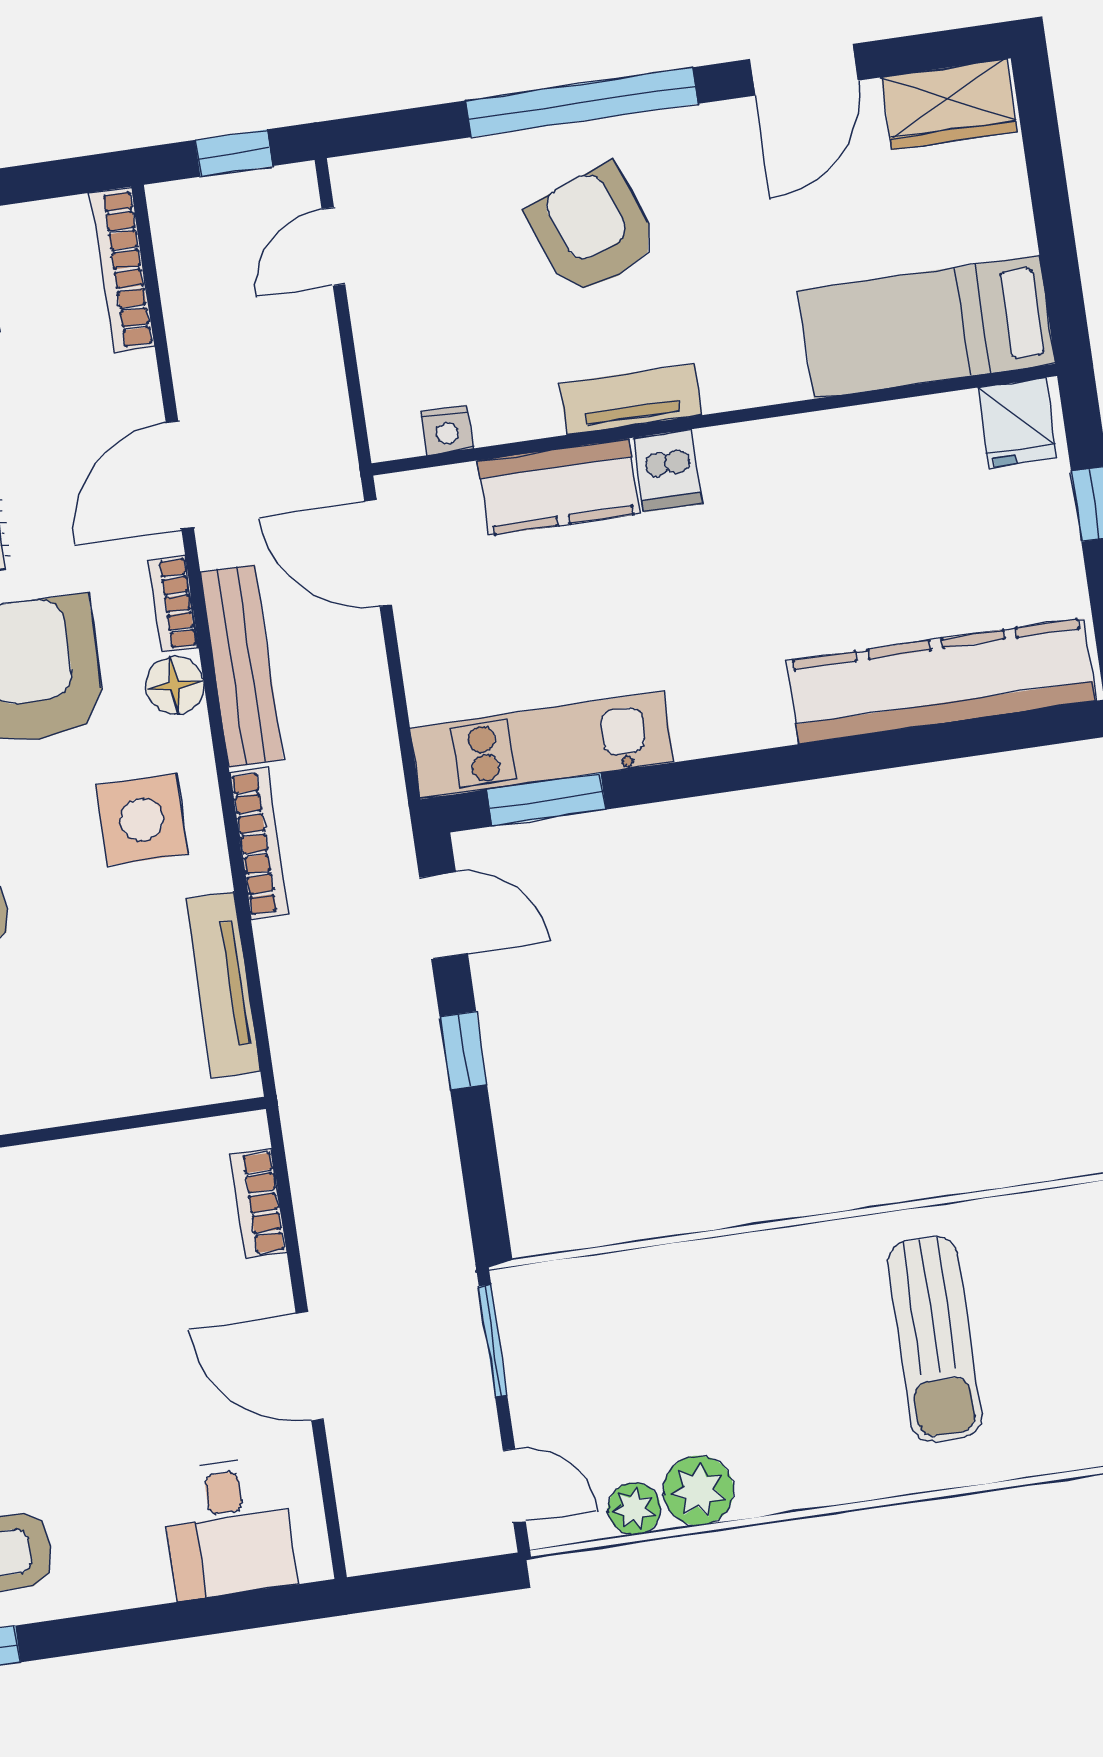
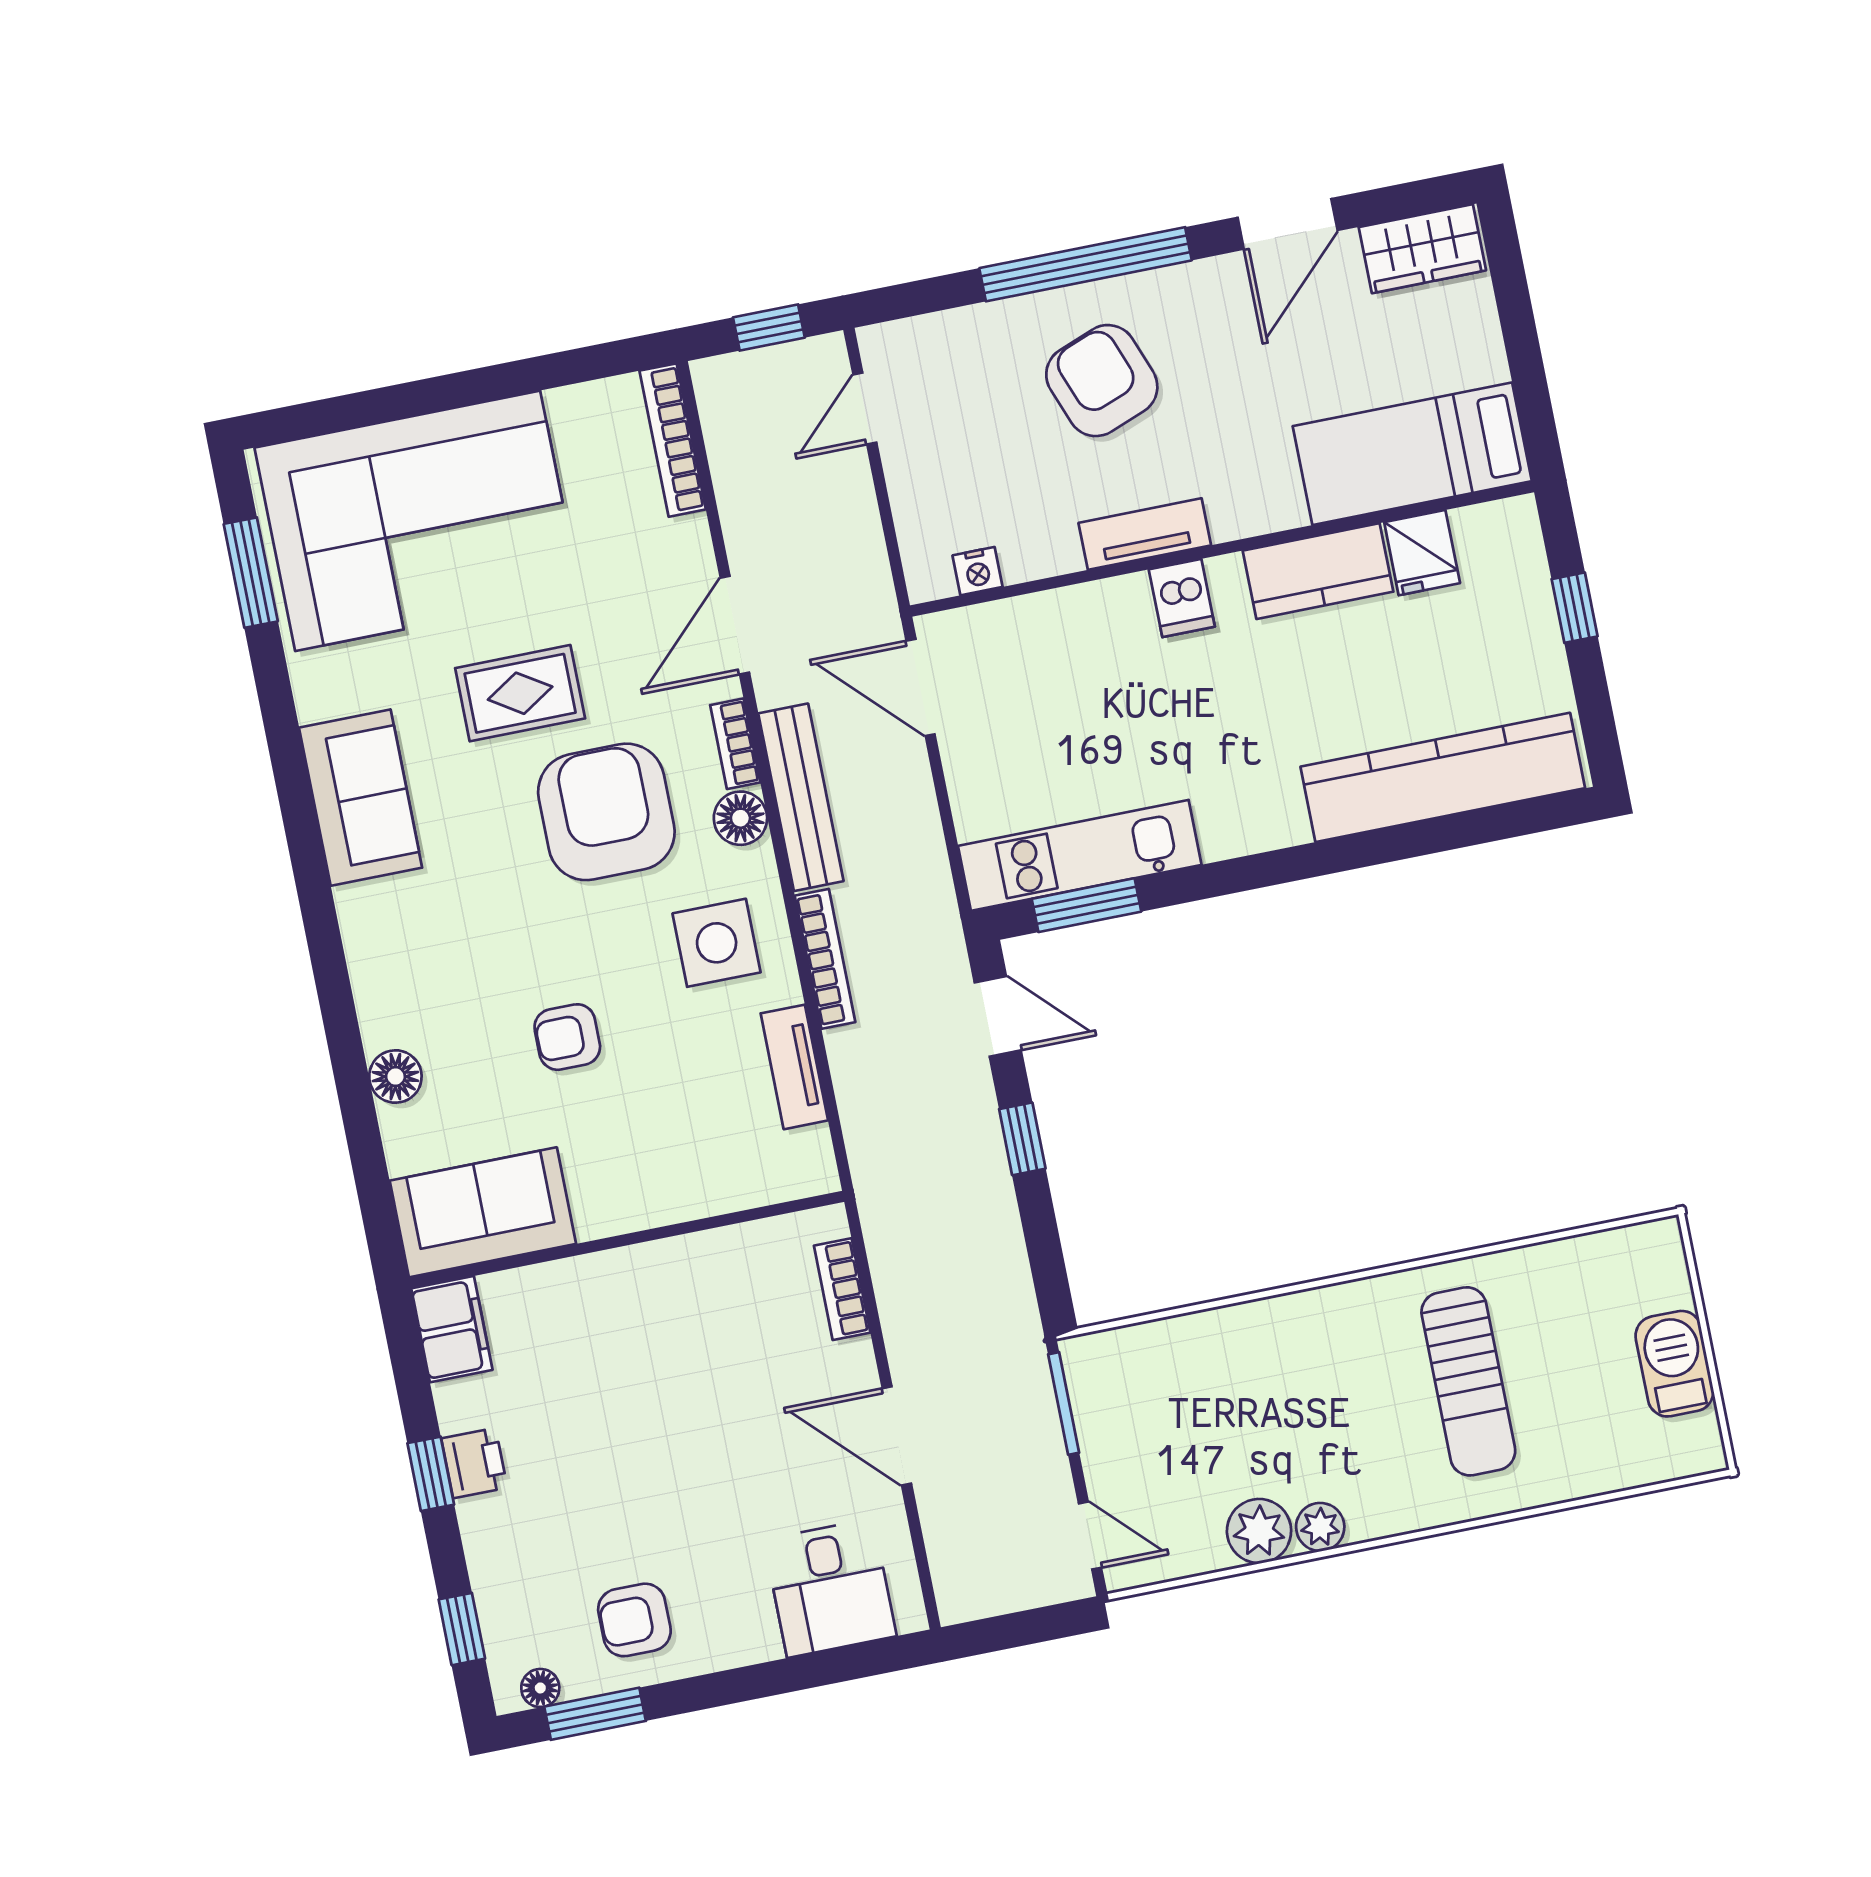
fridge: (1017, 423) -> (1422, 553), moved
kitchen counter: (558, 487) -> (1318, 571), moved
tv unit: (223, 985) -> (794, 1067), width x0.71
plant: (634, 1509) -> (1320, 1527), moved

